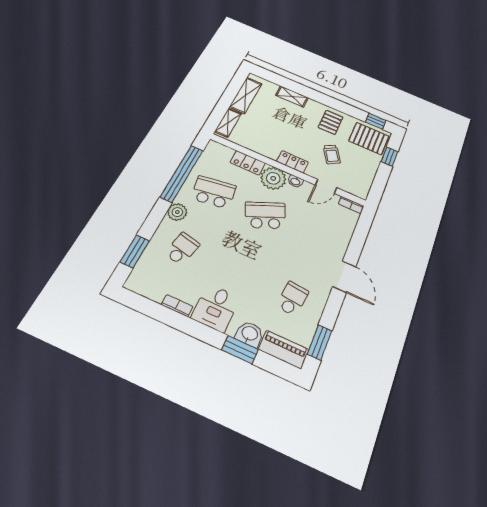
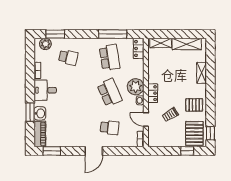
locker: (248, 163) -> (139, 48), moved
window: (182, 173) -> (113, 34), width x0.68
plant: (177, 212) -> (45, 44), moved
school desk: (292, 299) -> (110, 128), moved

